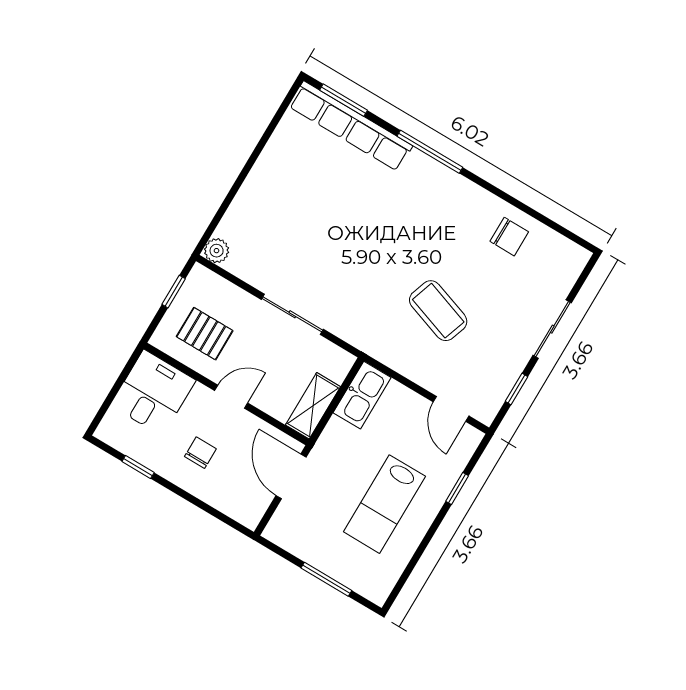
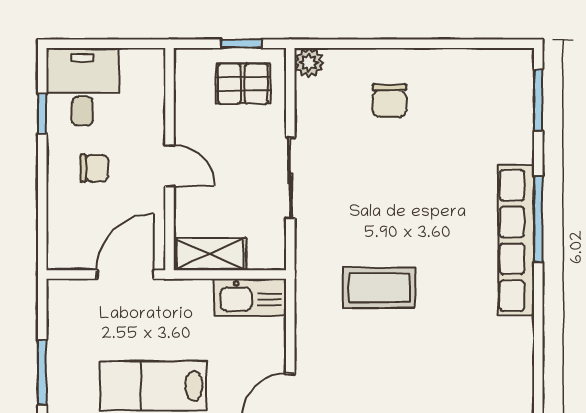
row of seats: (351, 126) -> (516, 240), moved
chair: (509, 237) -> (390, 101), moved
coffee table: (438, 311) -> (379, 288), moved, turned 71
pallet: (205, 334) -> (243, 84), moved, turned 90
desk: (153, 393) -> (82, 87), moved, turned -90

